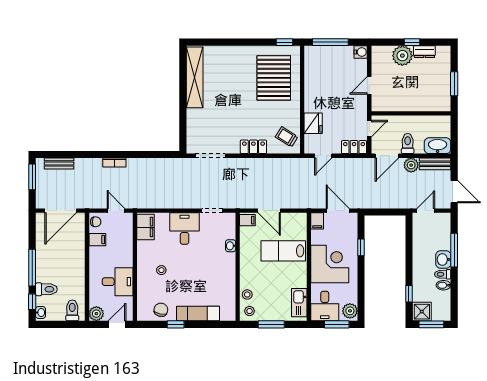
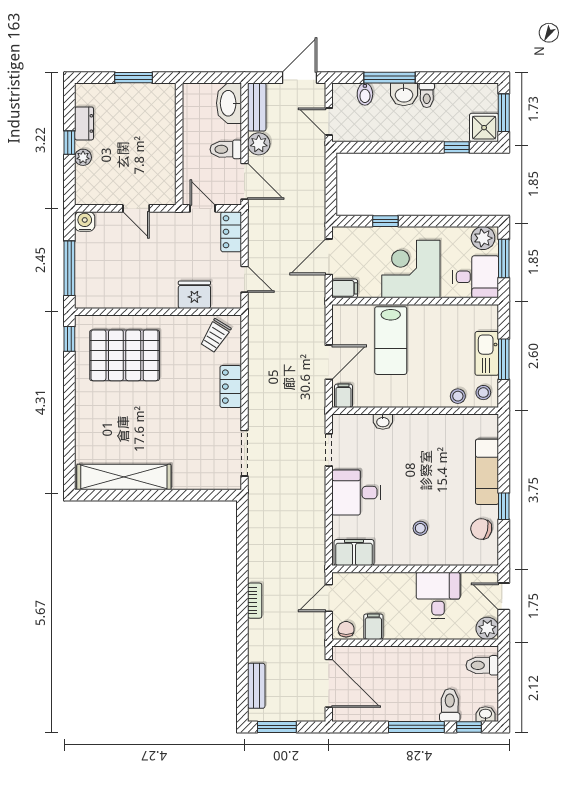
plant: (402, 56) -> (83, 157), width x0.53, depth x0.53
bidet: (443, 285) -> (365, 94), moved
kitchen sink: (299, 303) -> (487, 353), moved, turned 90

